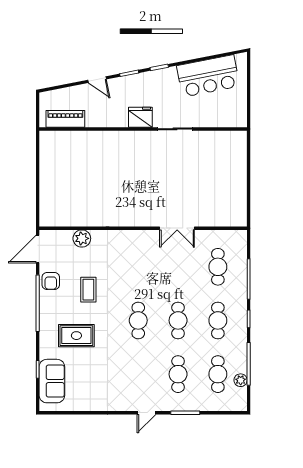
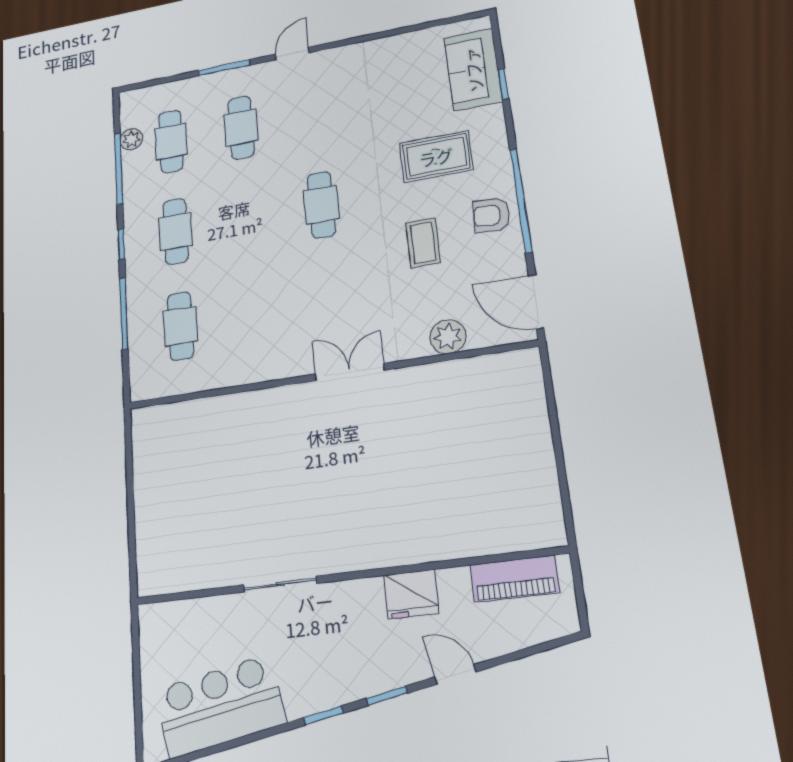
fridge: (140, 117) -> (411, 594), moved
double door: (177, 228) -> (350, 372), moved
door: (38, 249) -> (536, 302), swing flipped
armchair: (51, 281) -> (492, 215), moved, turned -87
cafe table: (178, 320) -> (248, 218), removed

